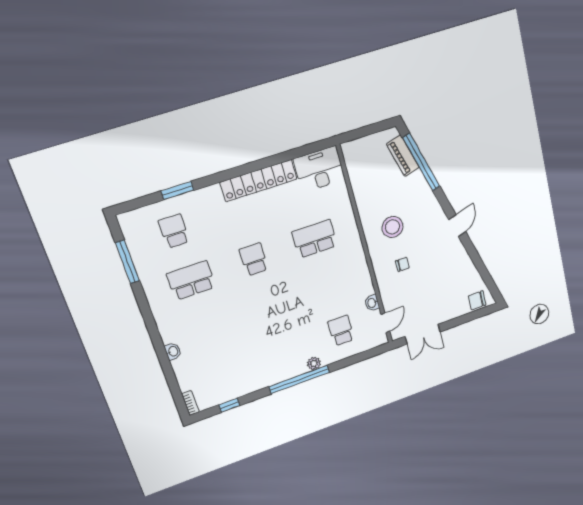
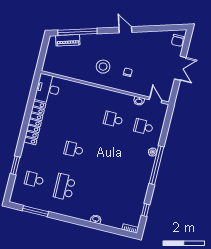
school desk: (315, 239) -> (113, 119), moved, width x0.54
double door: (423, 334) -> (180, 68), moved

